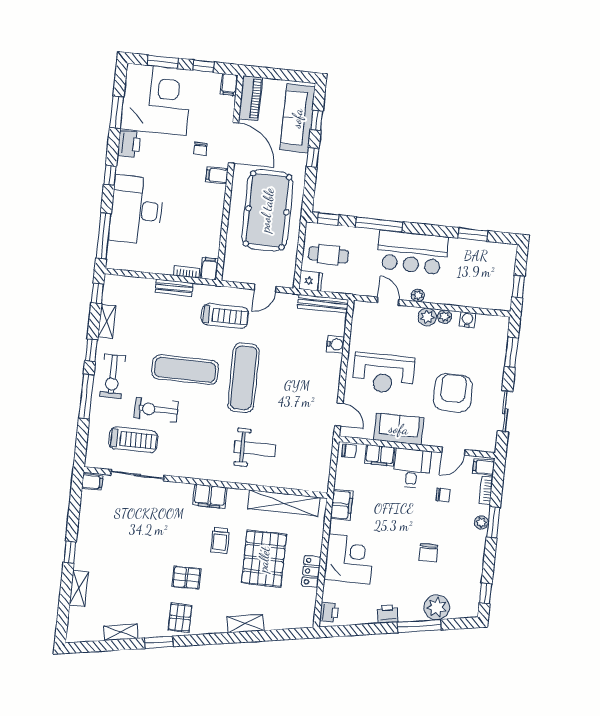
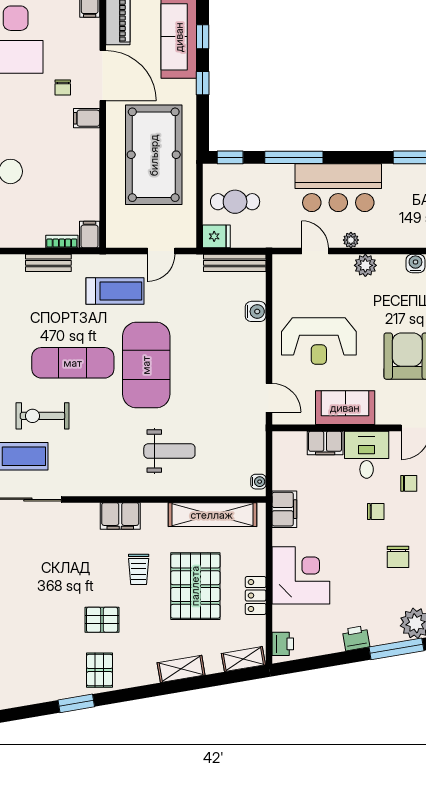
plant: (444, 317) -> (387, 263), removed
exercise mat: (244, 378) -> (146, 365), width x1.47
chair: (349, 451) -> (376, 511), moved
water cooler: (323, 481) -> (258, 482), added
shelving: (121, 632) -> (243, 659), moved

